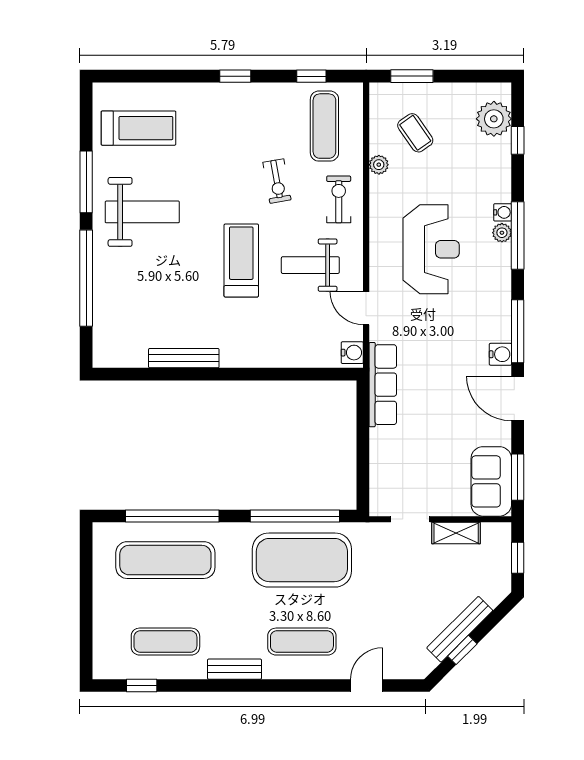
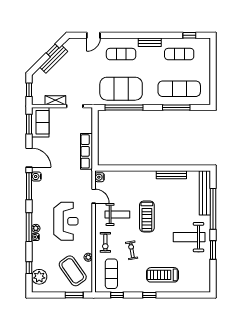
treadmill: (139, 128) -> (162, 275), moved
coffee table: (415, 133) -> (73, 271), width x1.86, depth x1.72
window: (86, 182) -> (213, 250), width x0.69
reception desk: (431, 249) -> (66, 221), turned 180
bench: (105, 316) -> (205, 193), added
row of seats: (383, 385) -> (87, 151), moved
window: (172, 516) -> (176, 108), width x0.68

